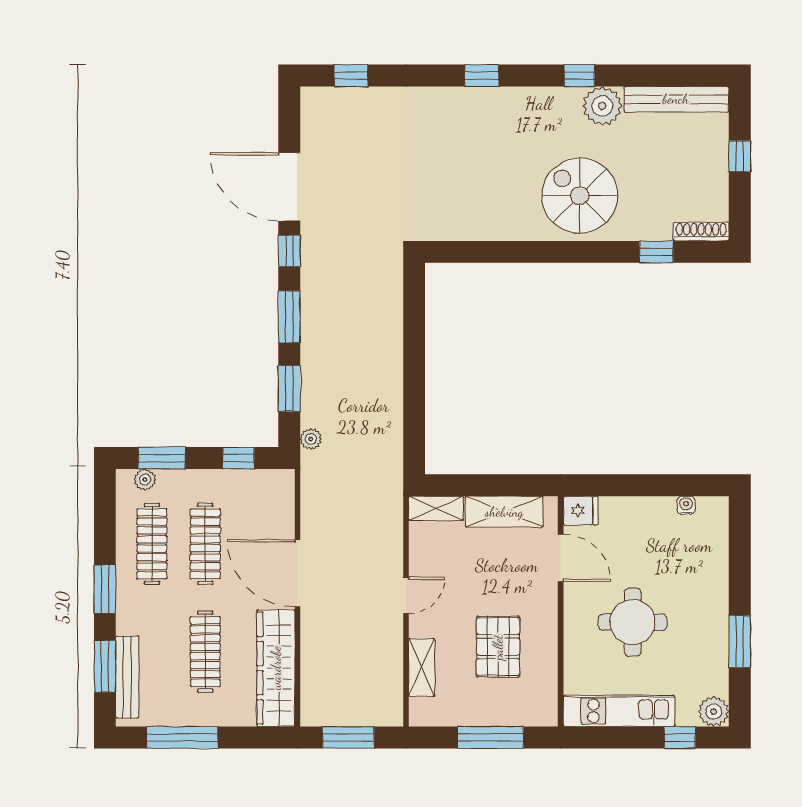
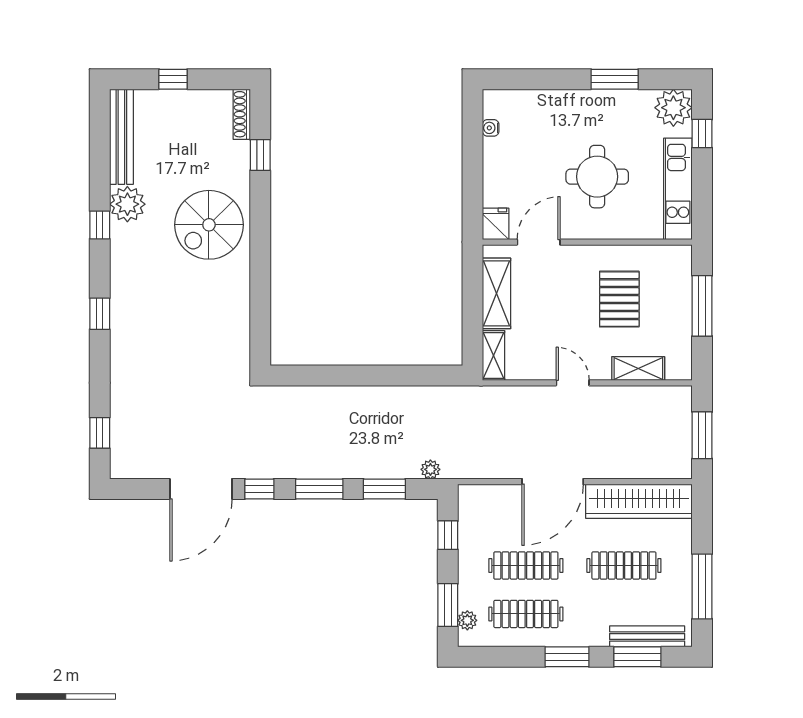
pallet: (498, 647) -> (619, 299), turned 90
plant: (714, 712) -> (673, 108), width x1.36, depth x1.36

